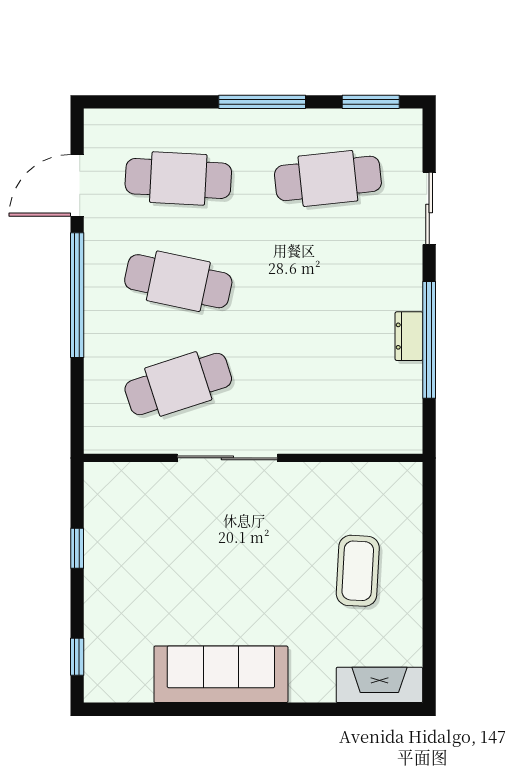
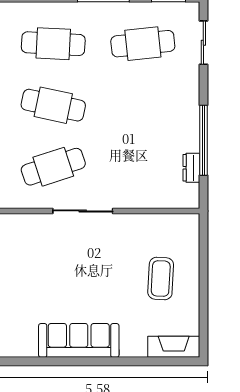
sliding door: (429, 208) -> (203, 43), moved
dresser: (409, 336) -> (191, 168), moved

